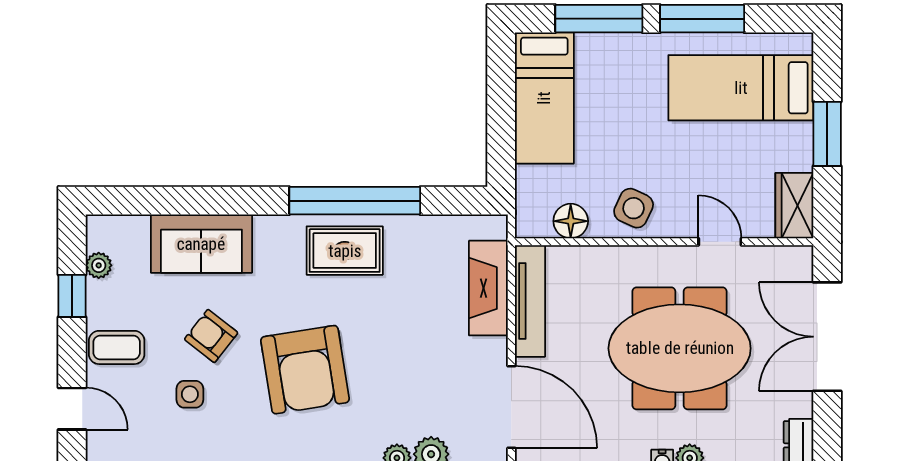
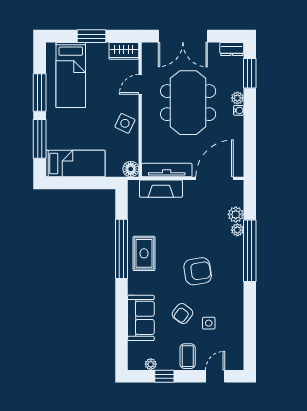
floor lamp: (571, 221) -> (131, 169), moved
armchair: (305, 370) -> (198, 271), width x0.73, depth x0.73

